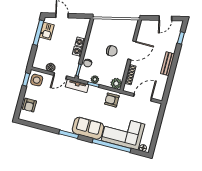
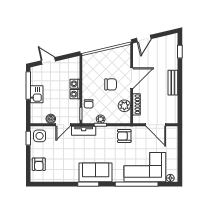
door: (165, 18) -> (144, 39), moved
kitchen sink: (47, 31) -> (37, 94), moved
plant: (116, 84) -> (124, 106), moved
door: (143, 97) -> (156, 125), swing flipped
sofa: (88, 128) -> (96, 172), moved

